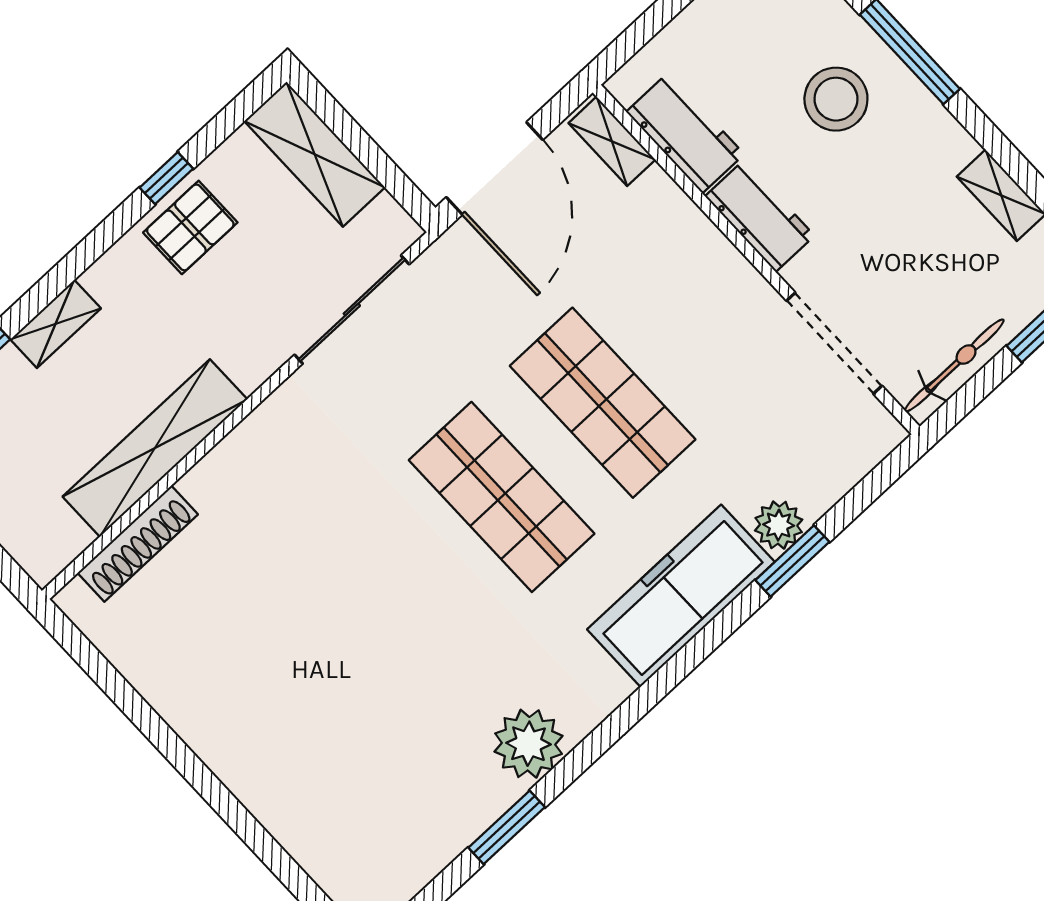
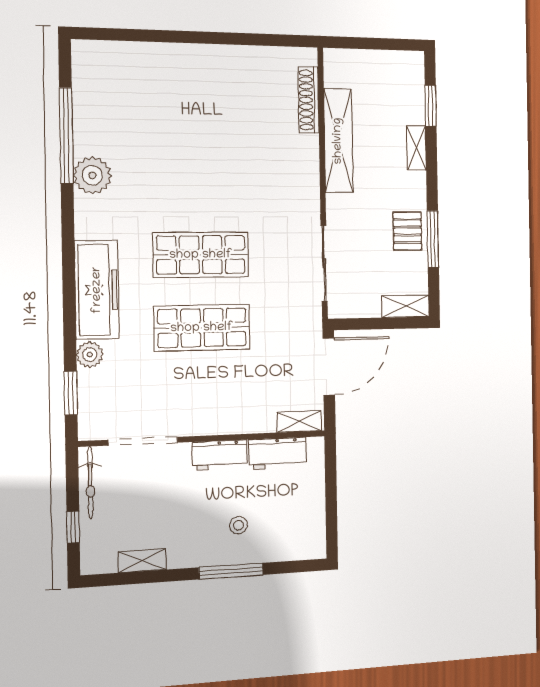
stool: (836, 99) -> (239, 525), width x0.53, depth x0.53
shelving: (315, 154) -> (405, 306), width x0.67, depth x0.75
door: (494, 168) -> (329, 367), swing flipped
window: (166, 178) -> (433, 239), width x2.17
window: (792, 561) -> (71, 393), moved
window: (507, 827) -> (66, 136), width x2.11

